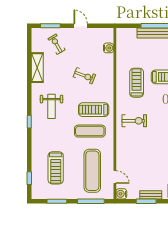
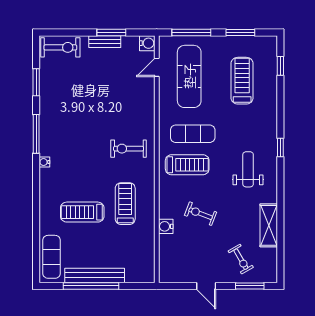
water cooler: (109, 48) -> (166, 226), moved
treadmill: (137, 83) -> (125, 204), turned 180
door: (115, 177) -> (157, 67), hinge flipped

